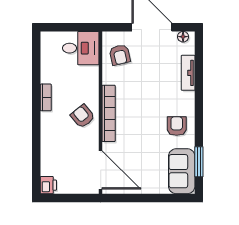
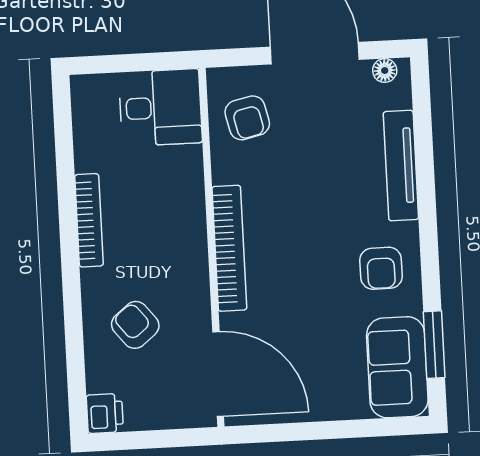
tv unit: (188, 73) -> (401, 166), width x1.41
bookcase: (46, 97) -> (89, 220), width x1.56
armchair: (83, 116) -> (135, 325), moved
armchair: (177, 126) -> (381, 268), turned 180

